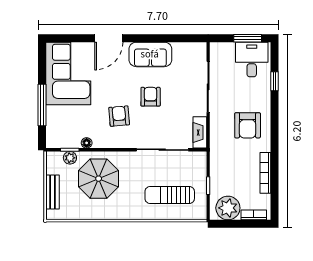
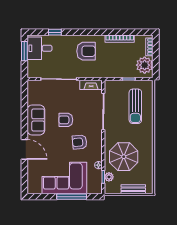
corner sofa: (68, 73) -> (64, 178), moved

